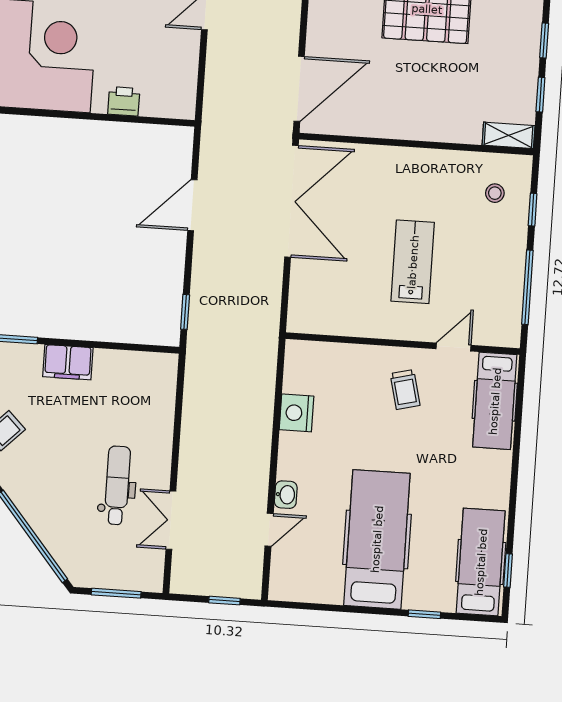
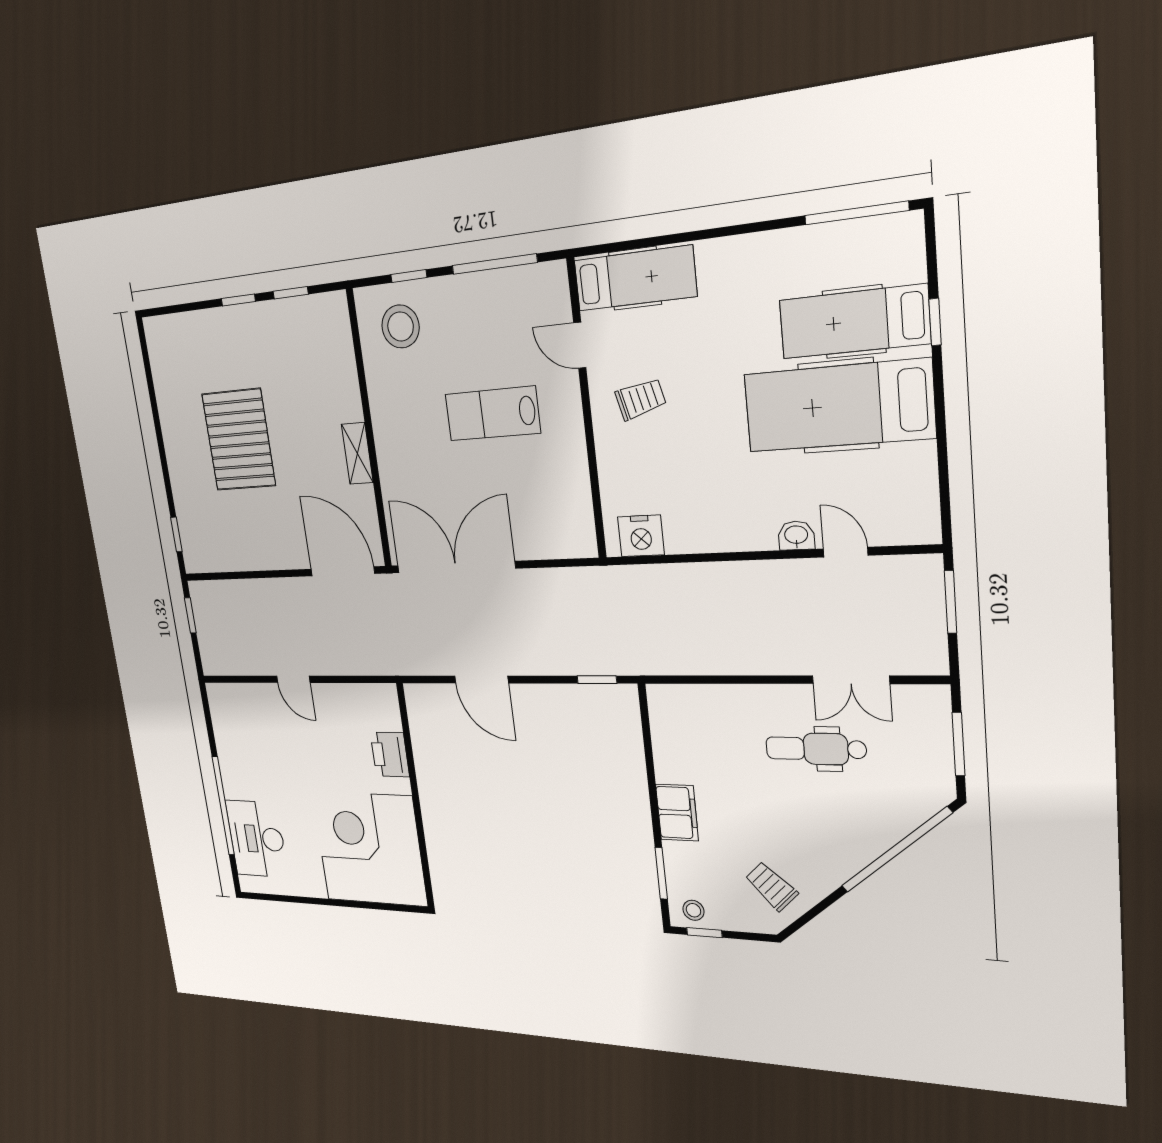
printer: (124, 101) -> (390, 755), width x1.36, depth x1.24
shelving: (509, 135) -> (357, 453), moved
stool: (495, 193) -> (401, 326), width x1.89, depth x1.89
nightstand: (297, 413) -> (641, 536), moved
hospital bed: (481, 562) -> (854, 322), moved
window: (508, 570) -> (856, 213), width x2.17
window: (224, 601) -> (951, 602), width x1.50

